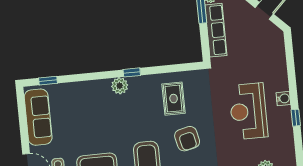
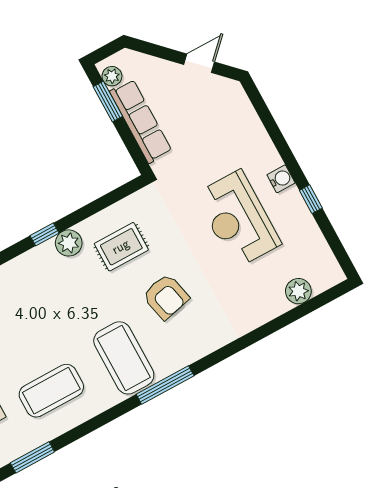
plant: (120, 86) -> (69, 243), moved
rug: (174, 99) -> (121, 247), turned 90

